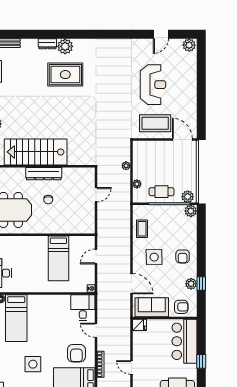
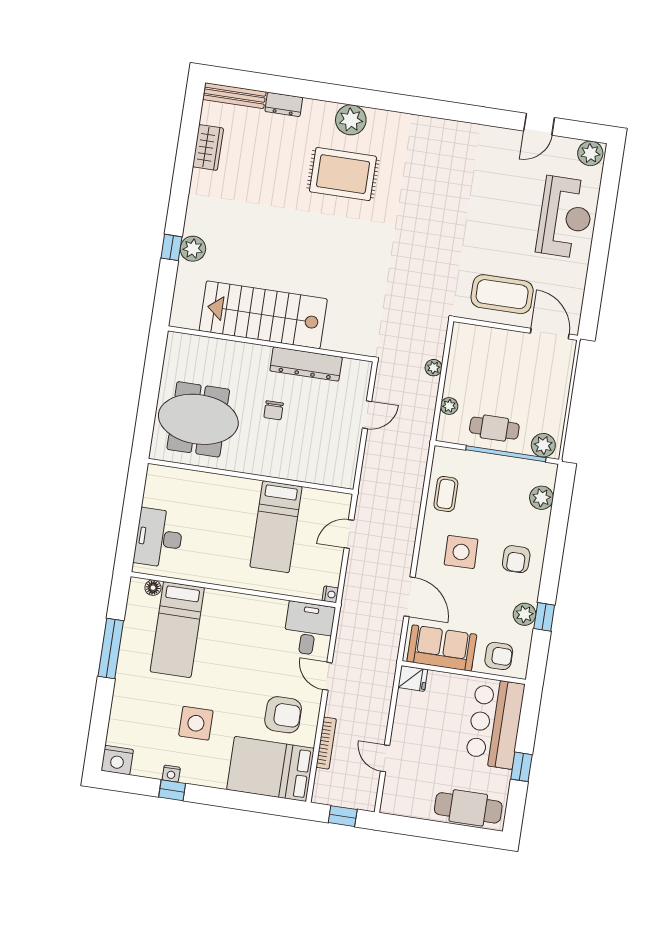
dresser: (47, 44) -> (284, 104), moved
reception desk: (153, 85) -> (565, 217), moved
dresser: (44, 174) -> (306, 364), moved
plant: (191, 211) -> (541, 498), moved
armchair: (76, 353) -> (283, 715), turned -90

